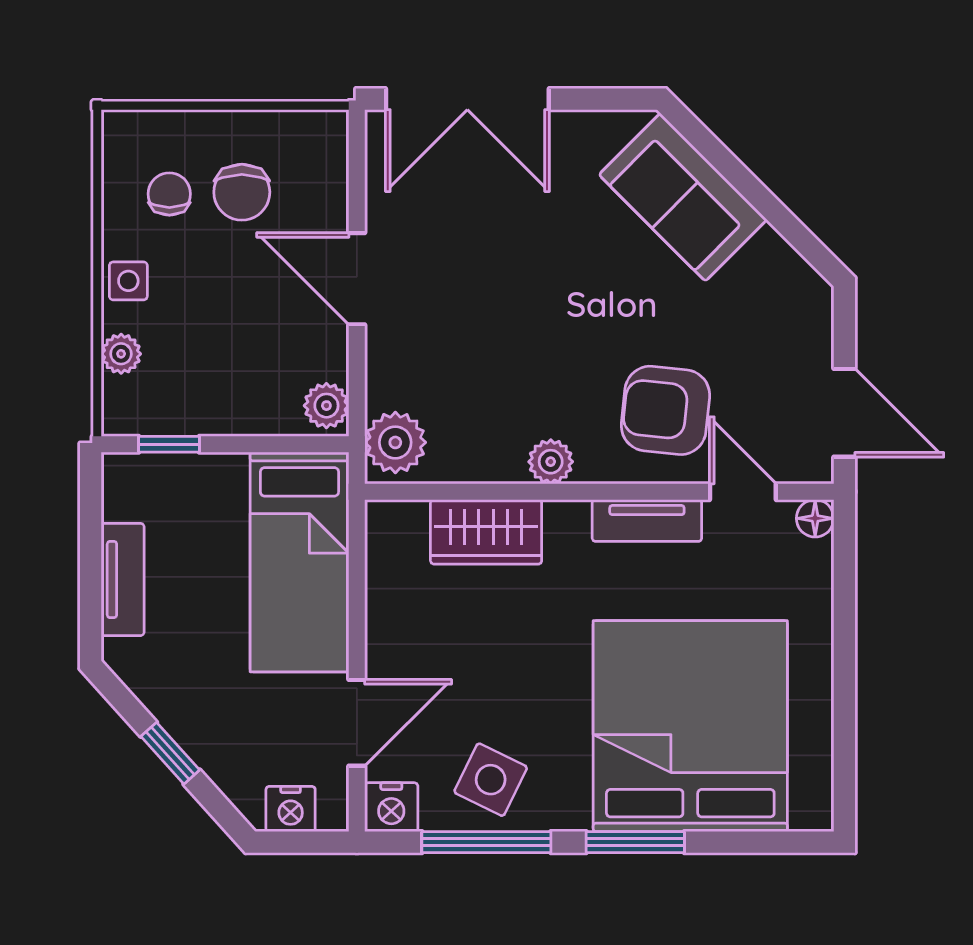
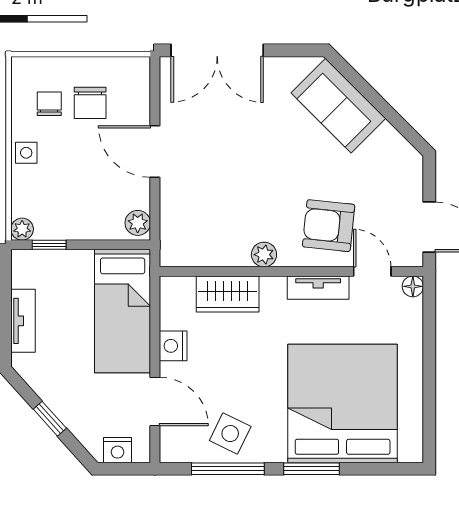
plant: (121, 354) -> (22, 229), moved
plant: (395, 442) -> (176, 244), removed
door: (357, 723) -> (155, 402), hinge flipped
nightstand: (391, 807) -> (173, 346), moved, turned 90

